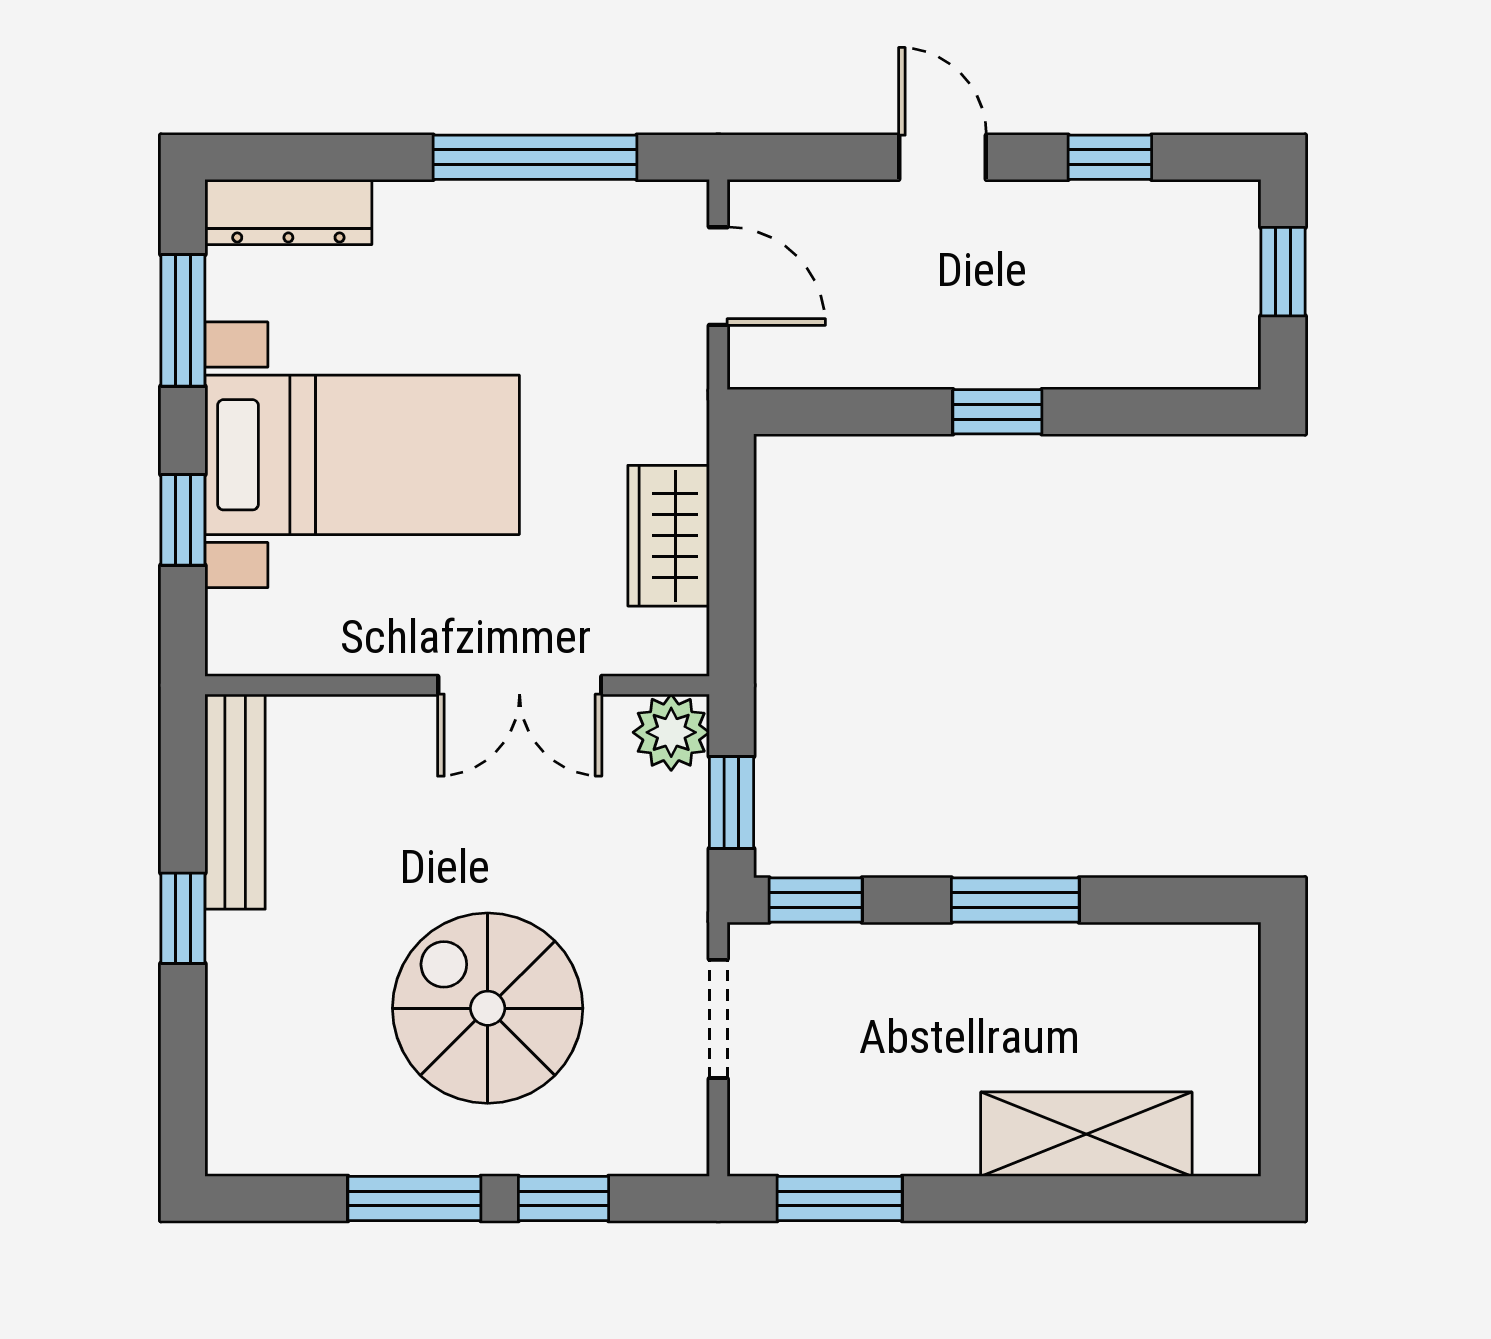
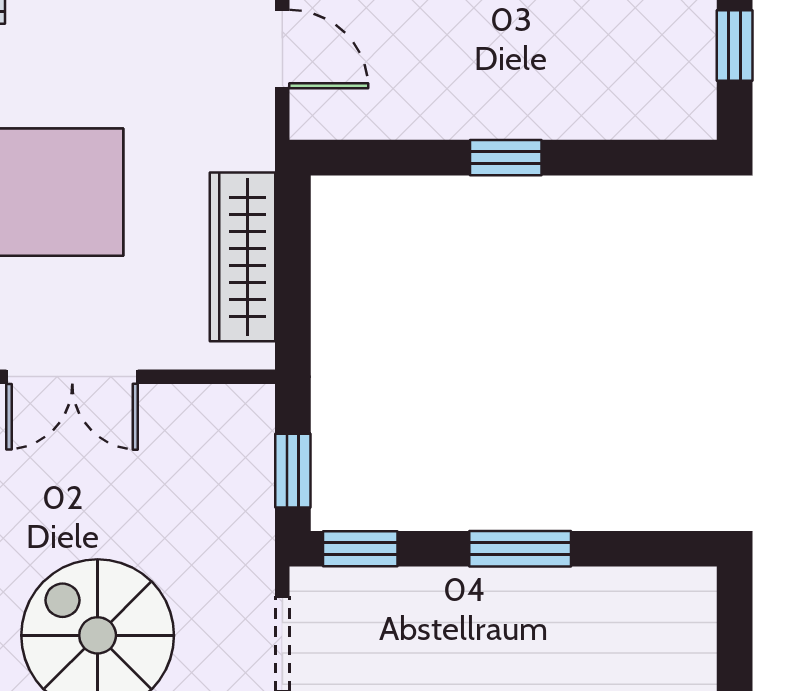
wardrobe: (669, 536) -> (243, 257), width x1.50
double door: (520, 685) -> (72, 377), moved
plant: (671, 732) -> (245, 414), removed

